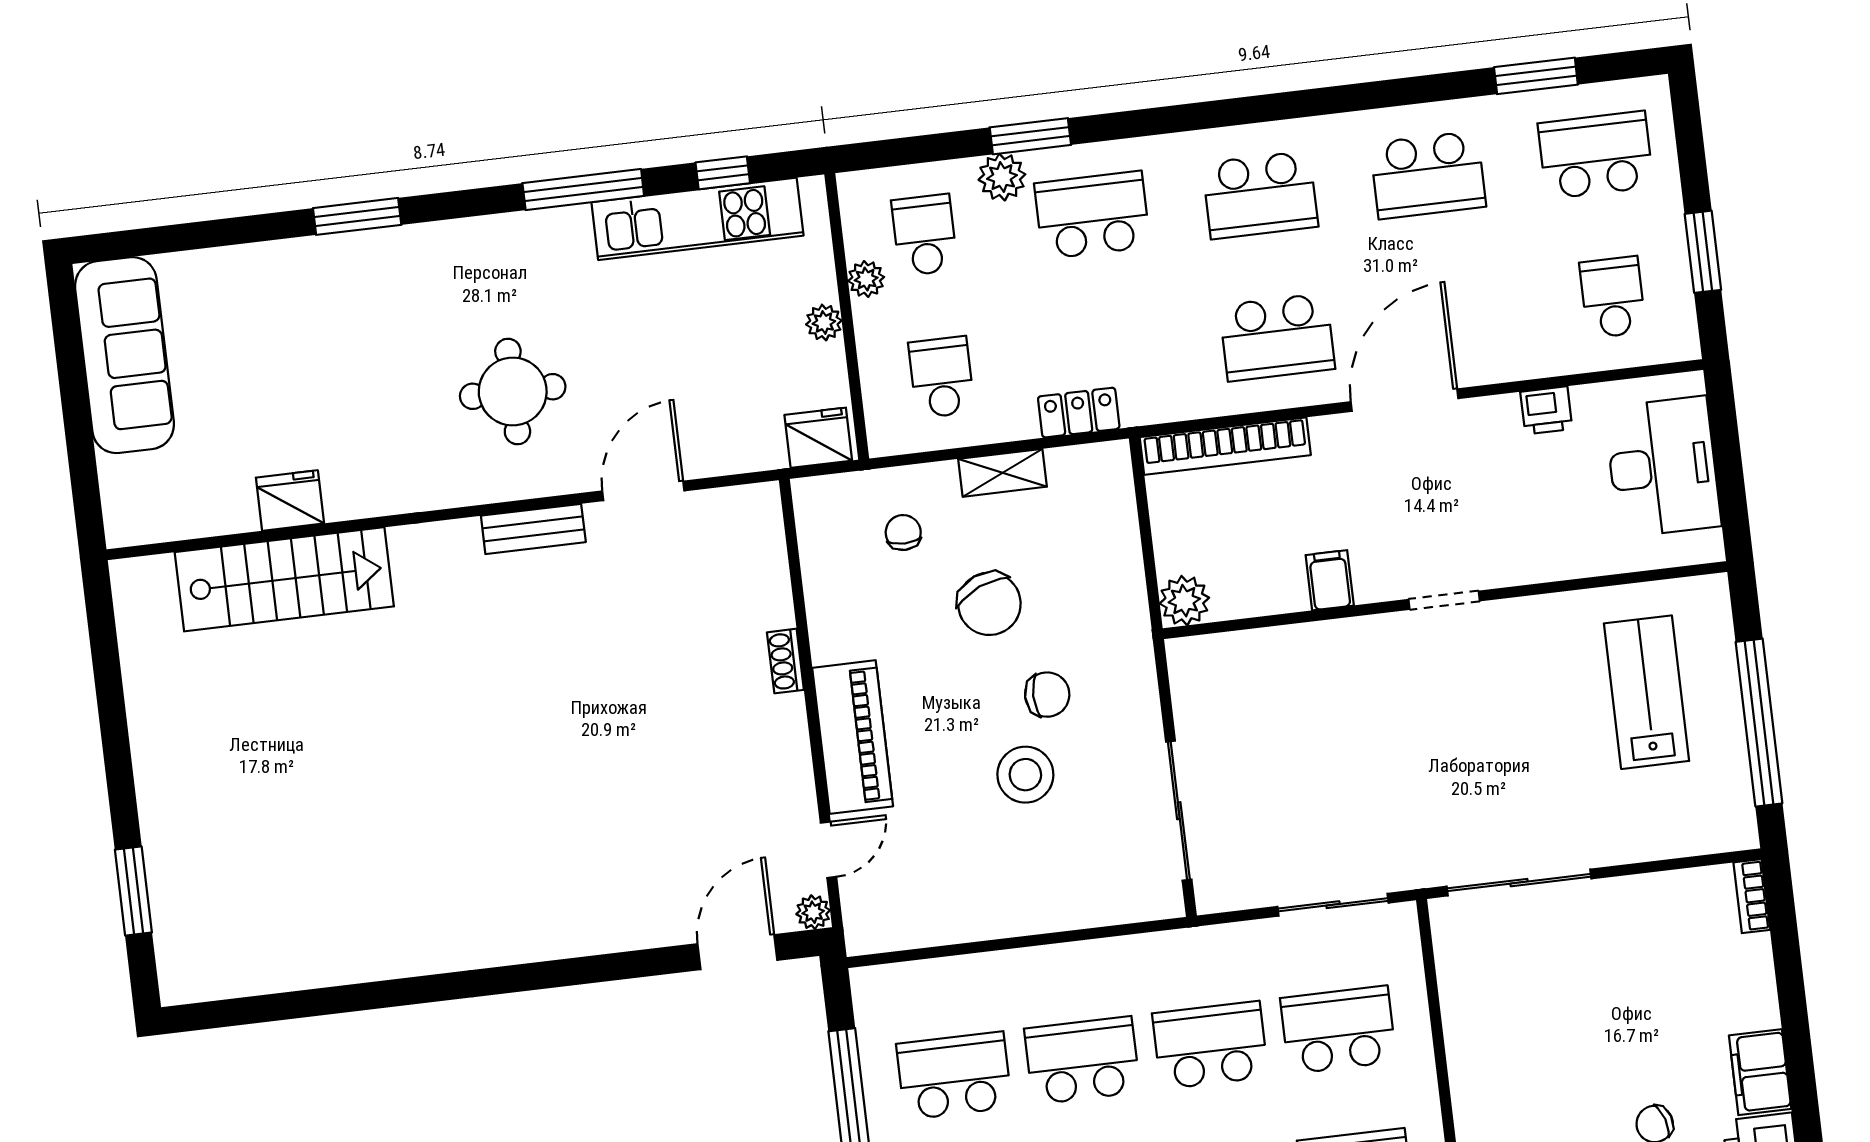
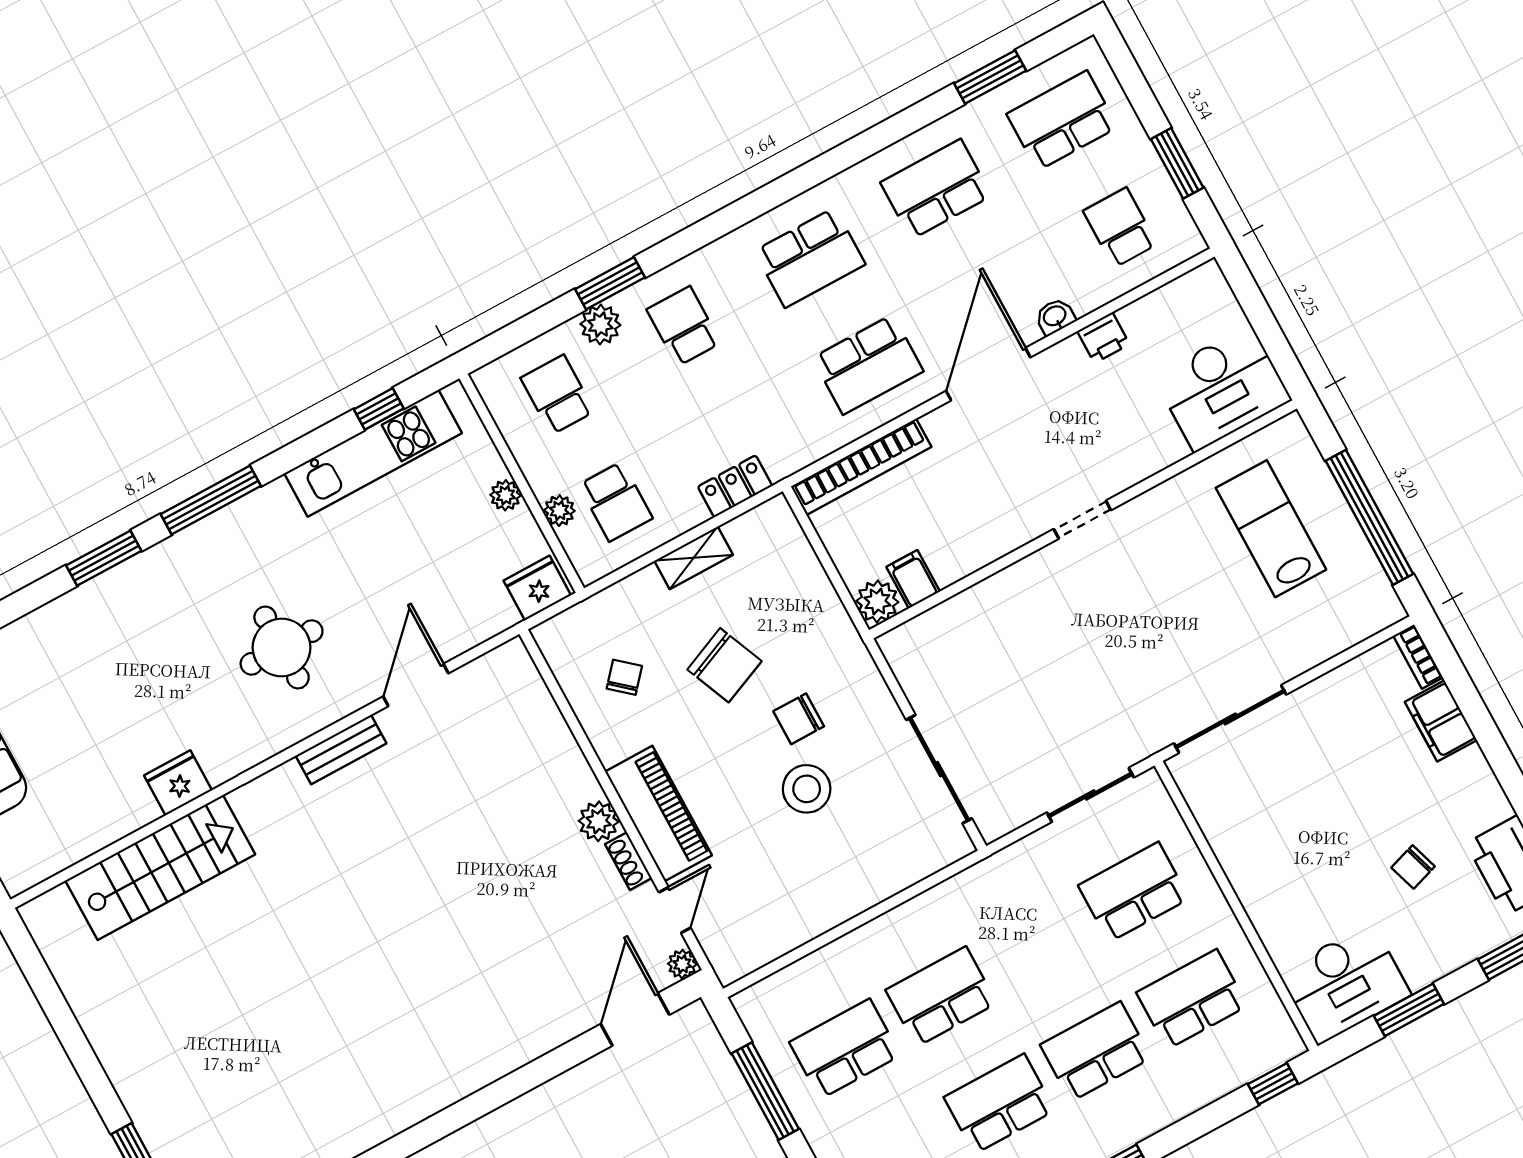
school desk: (1428, 175) -> (936, 189), turned 180
window: (583, 189) -> (211, 500), moved
school desk: (1092, 215) -> (684, 326), width x0.54
plant: (866, 279) -> (559, 511), moved
washbasin: (1503, 366) -> (1055, 317), added
school desk: (942, 377) -> (616, 502), turned 180
desk: (1663, 467) -> (1222, 388), moved, turned 90
fridge: (290, 501) -> (178, 783), moved
chair: (903, 533) -> (624, 677), moved, turned 41
filing cabinet: (1330, 580) -> (913, 579), moved
shoe rack: (785, 661) -> (628, 861), moved
chair: (1047, 695) -> (799, 719), turned 180
plant: (784, 720) -> (599, 821), added
school desk: (1210, 1045) -> (1037, 944), removed
filing cabinet: (1760, 1072) -> (1441, 721), moved

